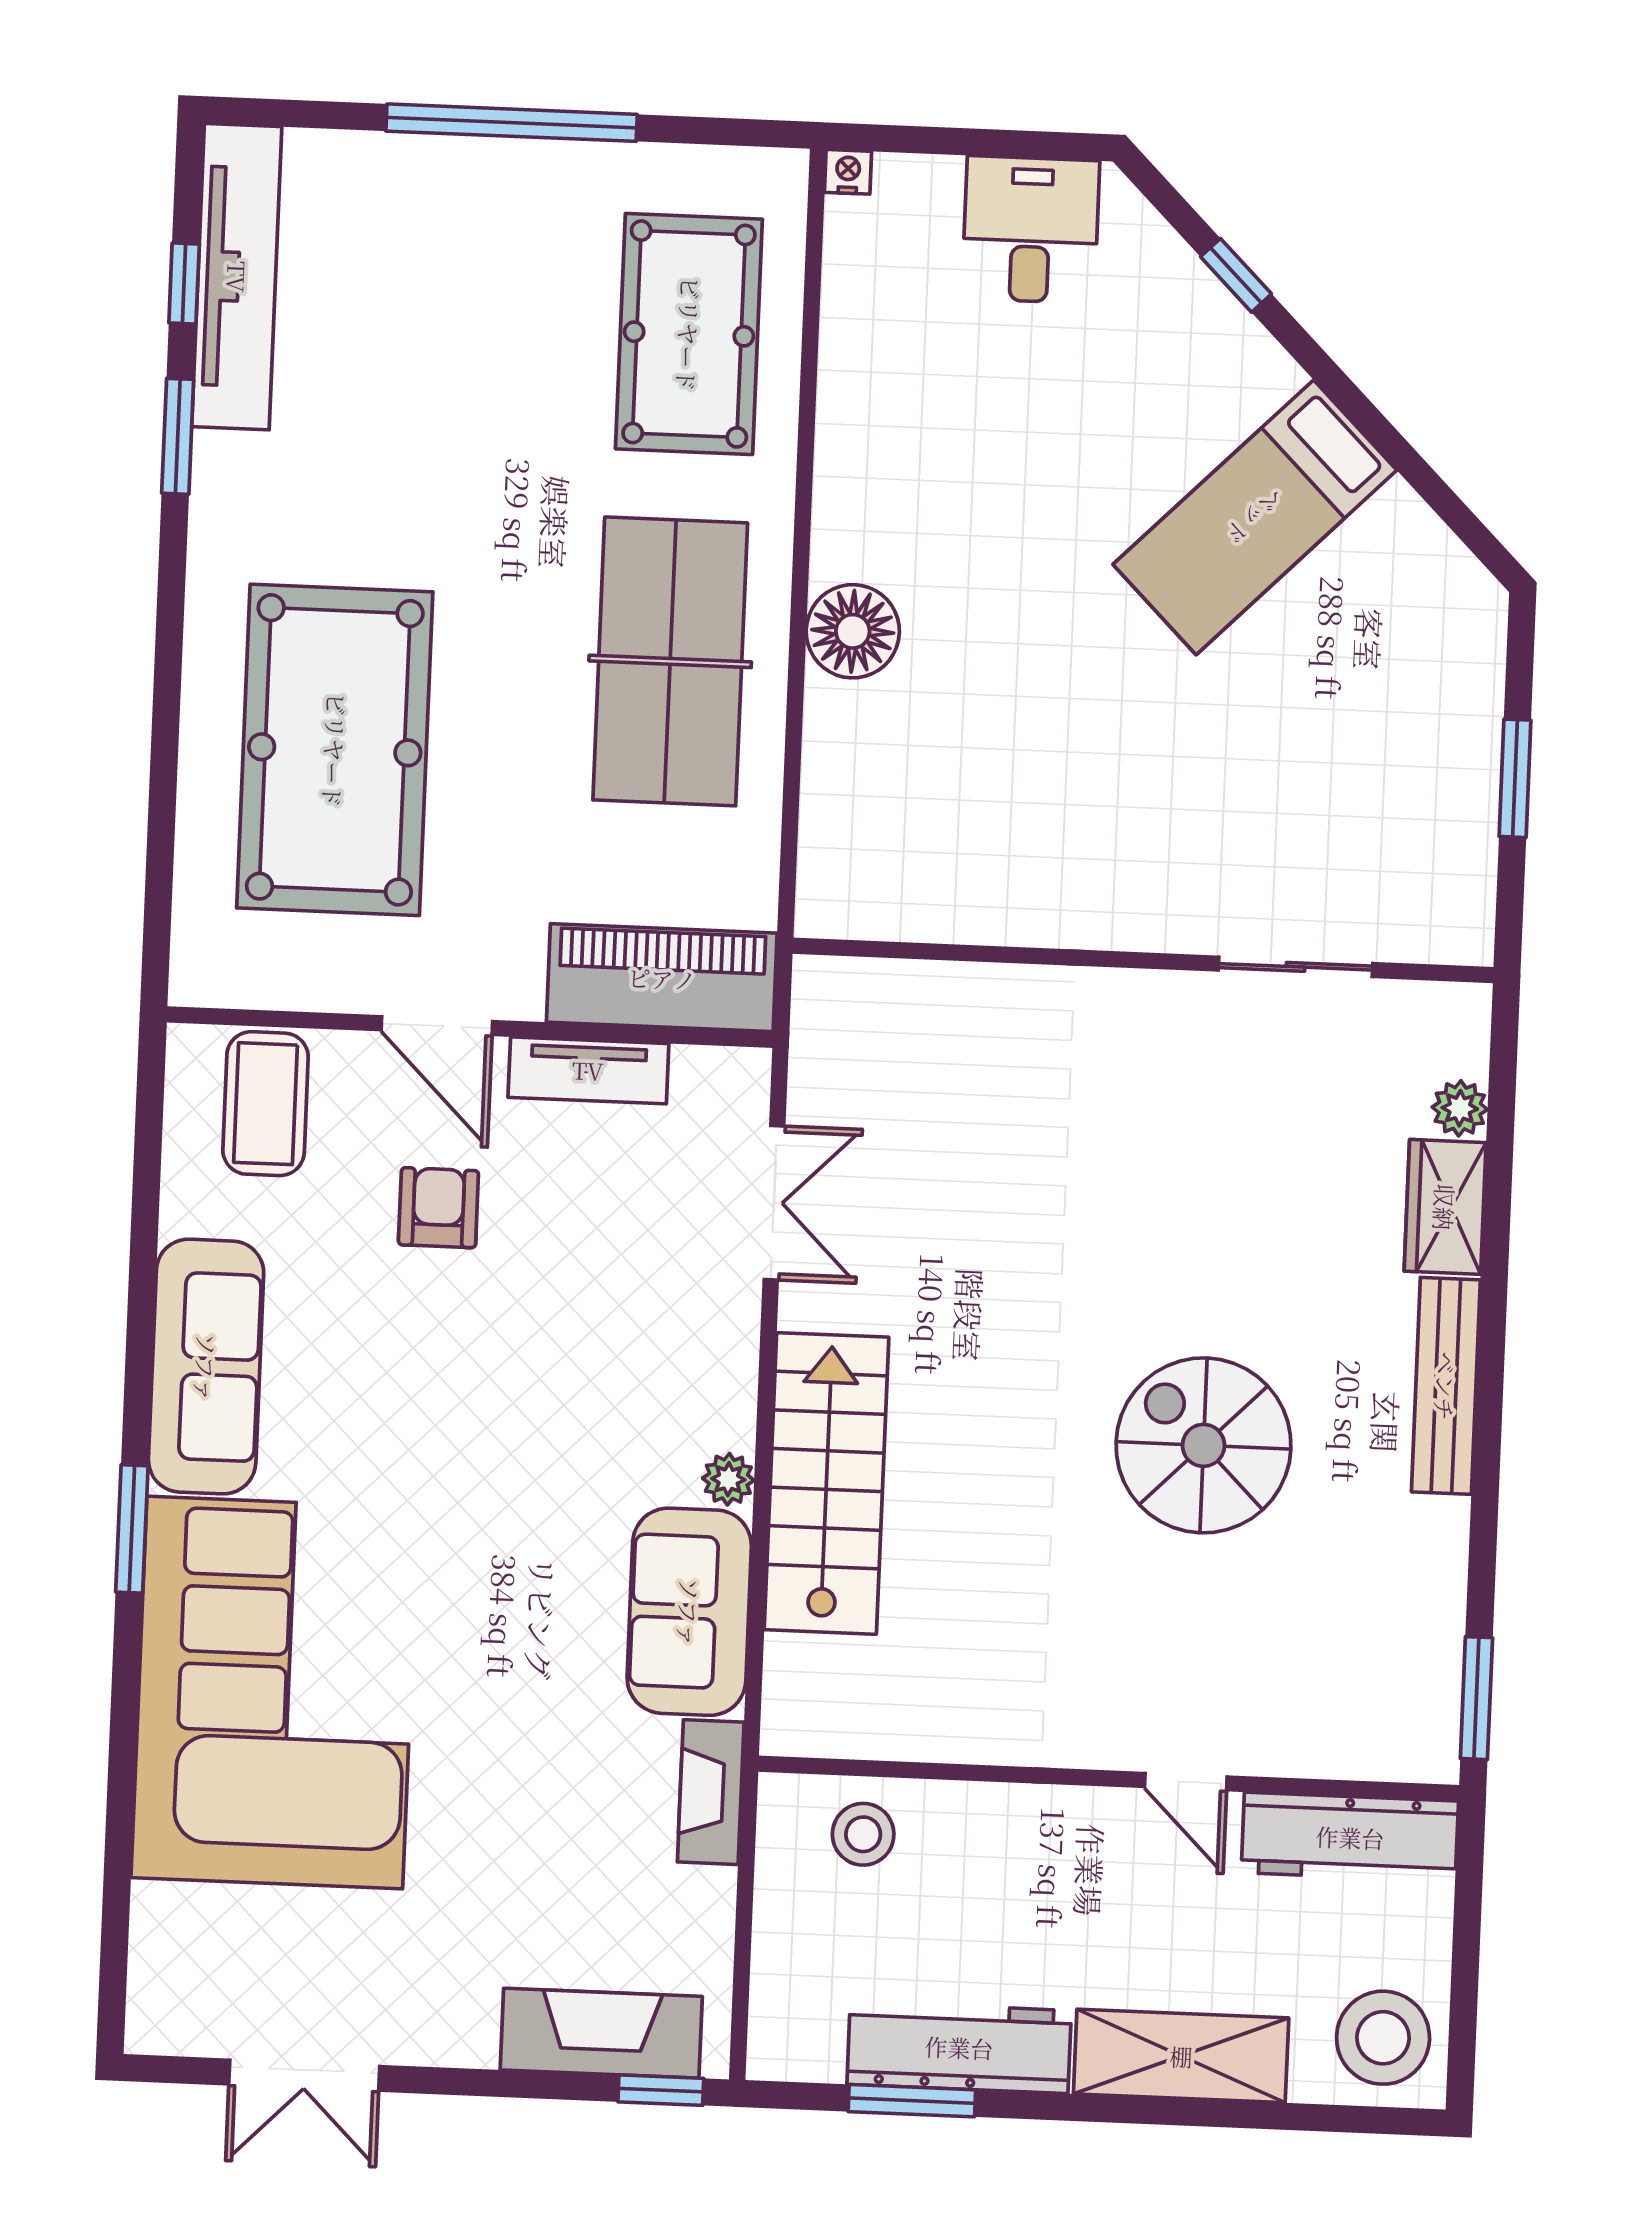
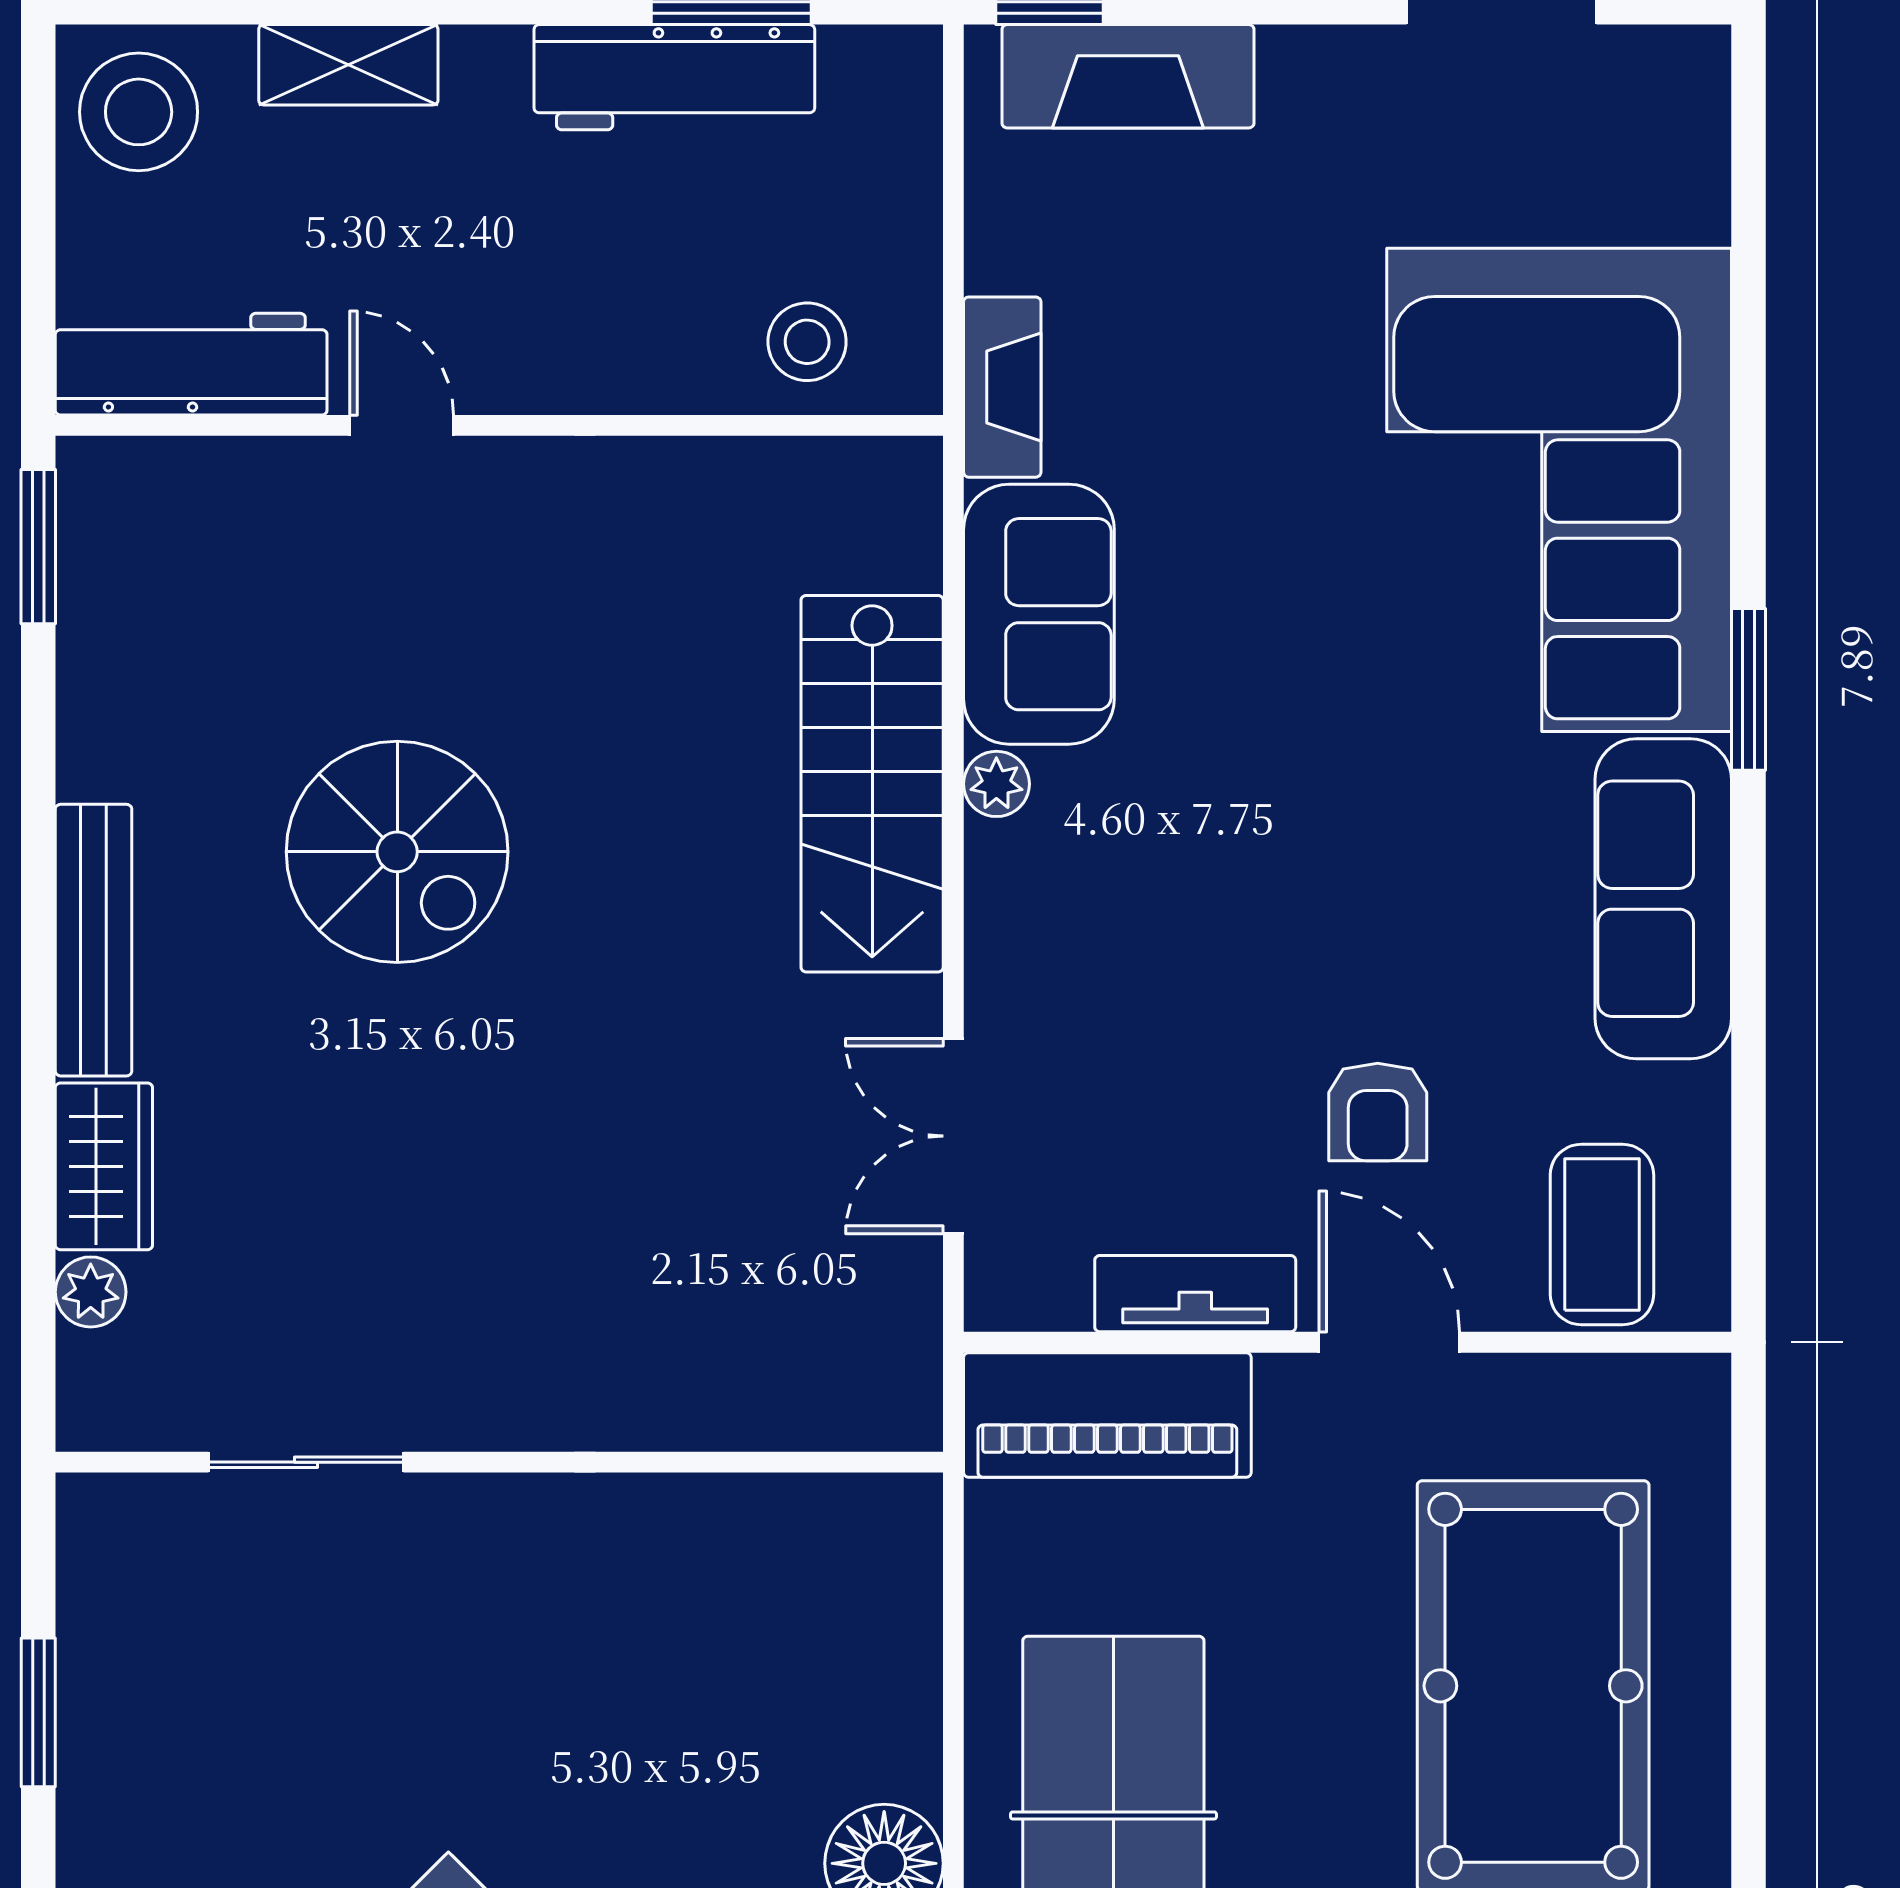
shelving: (1181, 2056) -> (348, 65), width x0.67, depth x0.75

